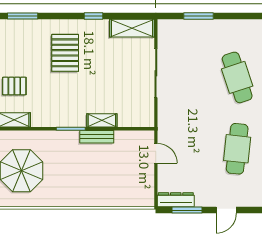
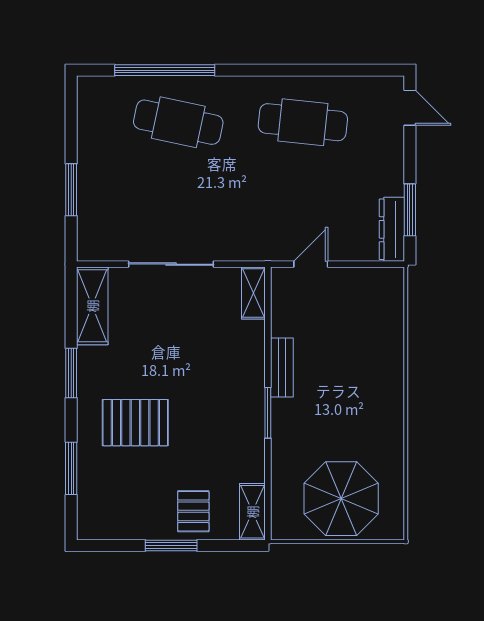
window: (23, 16) -> (71, 468), moved
window: (94, 16) -> (71, 373), width x1.50
cafe table: (237, 77) -> (178, 122), turned 30
shelving: (102, 120) -> (253, 293), moved
door: (226, 210) -> (410, 108), moved

